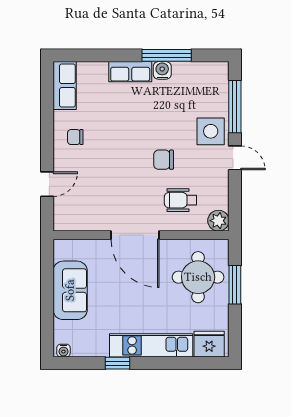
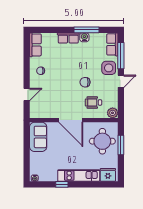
row of seats: (218, 85) -> (112, 44), added
door: (235, 158) -> (121, 81), hinge flipped
sofa: (70, 290) -> (38, 137), moved

